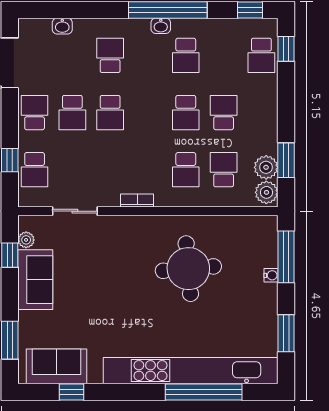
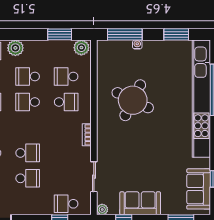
school desk: (35, 113) -> (28, 204), removed
school desk: (186, 113) -> (28, 102), turned 180
plant: (266, 167) -> (15, 48), moved
school desk: (35, 170) -> (66, 204), turned 180
plant: (26, 240) -> (102, 209), moved
round table: (188, 269) -> (133, 100), turned 31

